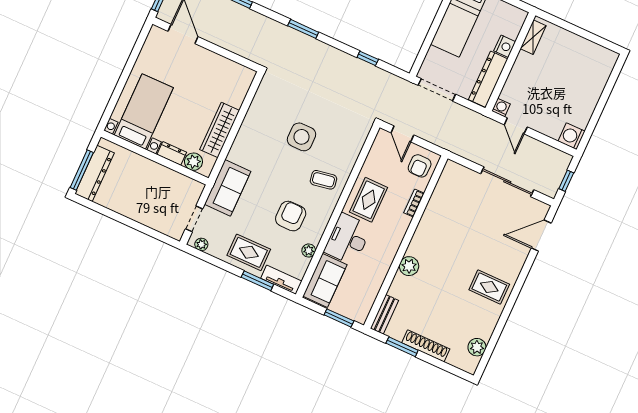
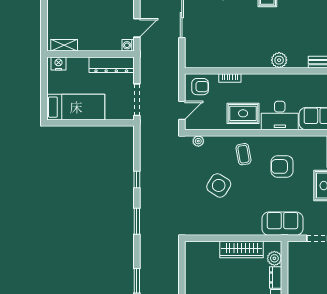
nightstand: (505, 46) -> (59, 63), moved
window: (368, 58) -> (137, 179), moved
side table: (302, 137) -> (219, 185), turned 32
plant: (309, 251) -> (198, 141), moved

